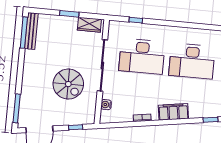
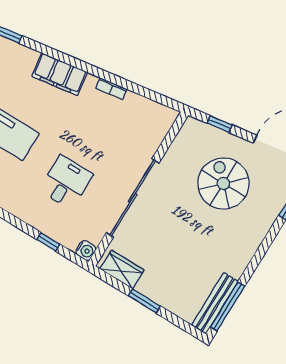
desk: (142, 56) -> (66, 182), width x0.53, depth x0.77
spiral stairs: (68, 84) -> (223, 184), moved
water cooler: (106, 105) -> (86, 250), moved

